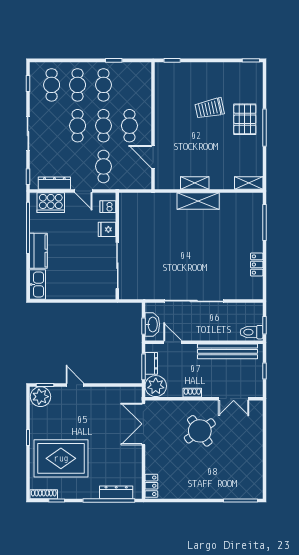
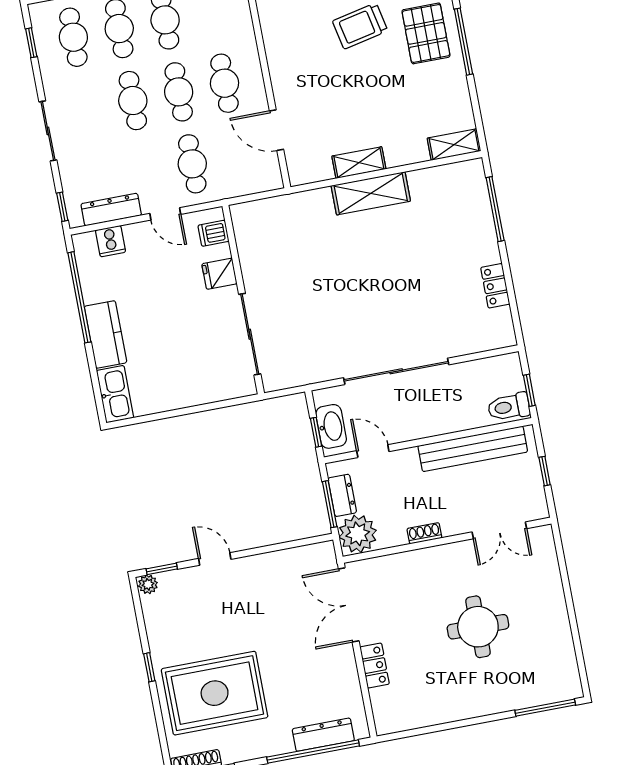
cooker: (51, 203) -> (110, 241), width x0.53, depth x0.76
plant: (40, 397) -> (148, 584), width x0.53, depth x0.53
round table: (200, 431) -> (478, 627), moved, turned 35
locker: (151, 486) -> (375, 666), moved

